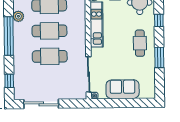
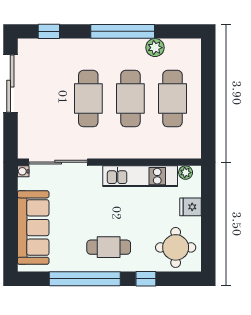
window: (159, 57) -> (85, 279), width x2.11
sofa: (123, 89) -> (33, 228), width x1.36

